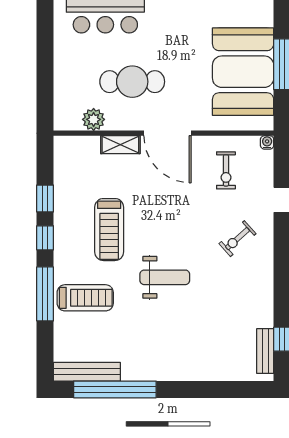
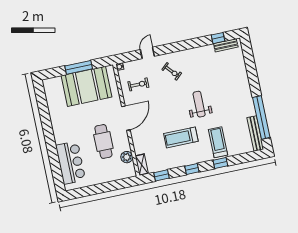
shelving: (120, 145) -> (142, 165), moved
window: (45, 199) -> (162, 175), moved
treadmill: (109, 230) -> (181, 137), turned 180
window: (45, 294) -> (220, 163), width x0.46

